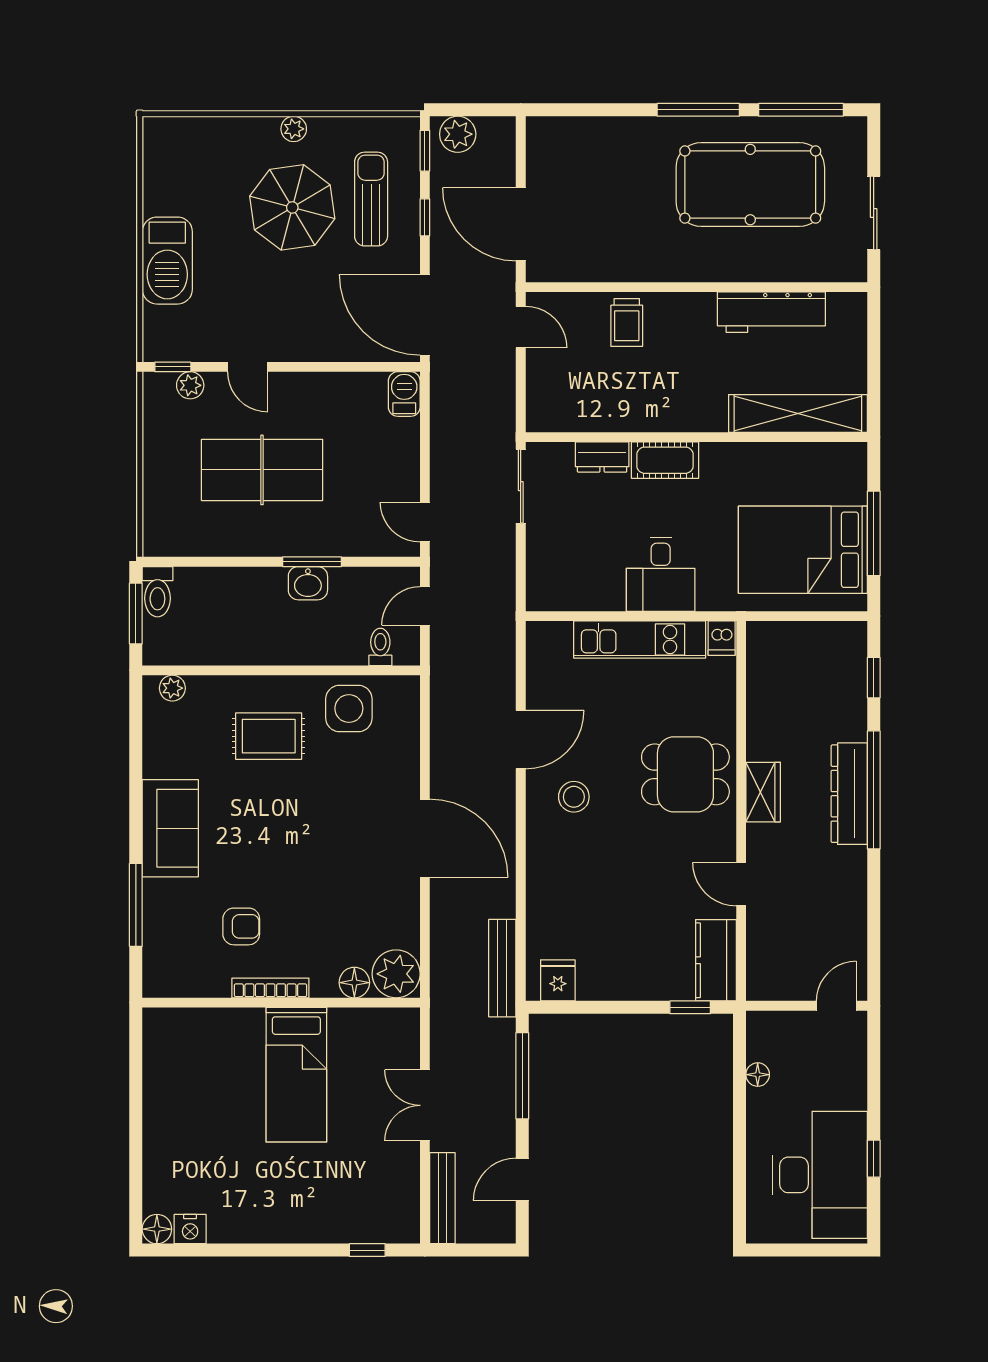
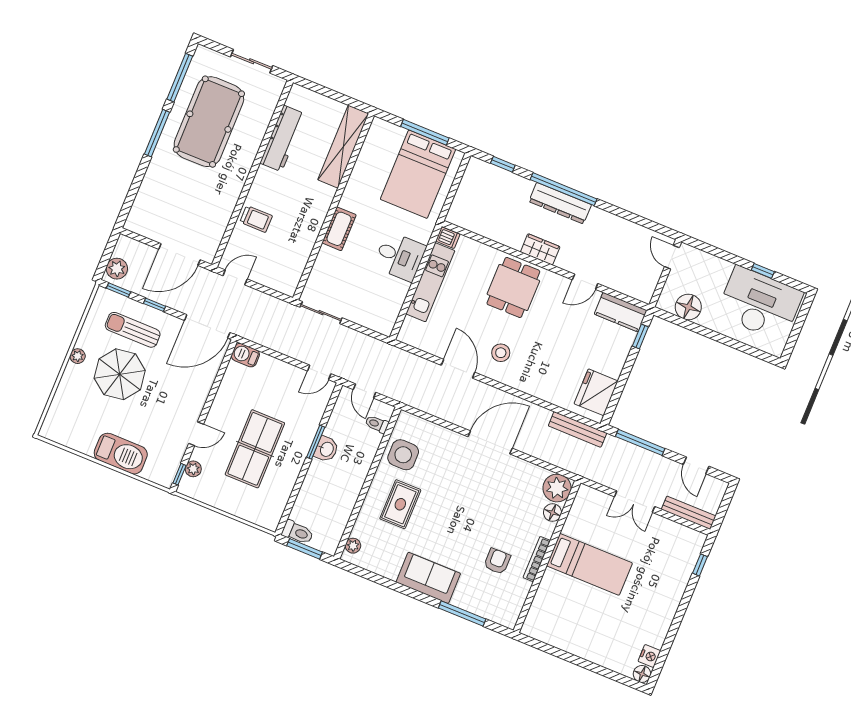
dresser: (602, 457) -> (323, 262), removed
fridge: (558, 980) -> (596, 392), width x1.88, depth x1.34
floor lamp: (758, 1075) -> (688, 307), width x1.89, depth x1.89

